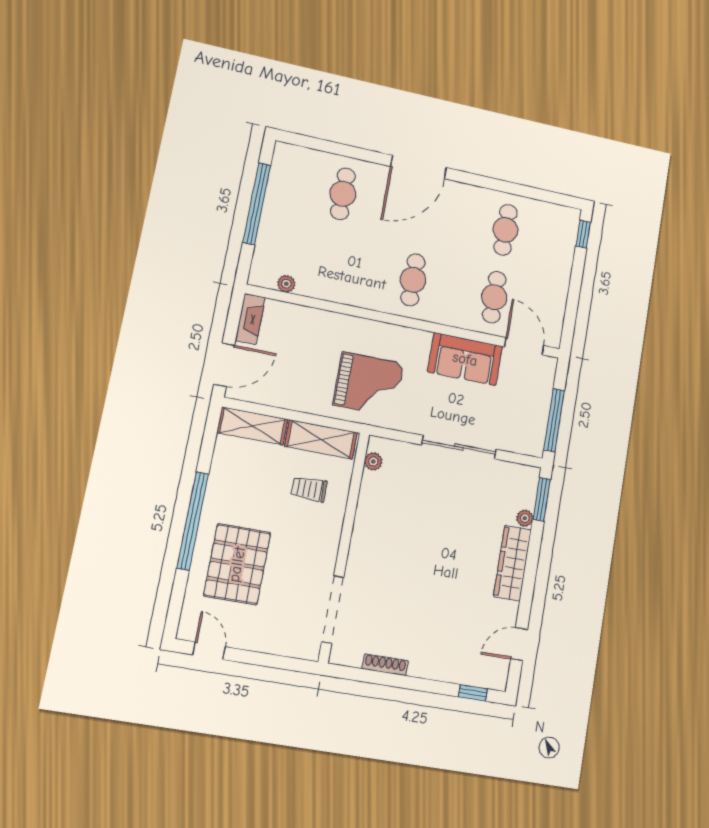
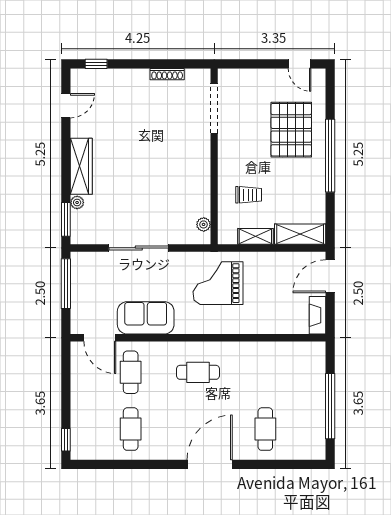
cafe table: (413, 280) -> (198, 372), turned 90
plant: (286, 284) -> (295, 348), removed
shelving: (321, 439) -> (255, 236), width x0.67, depth x0.75

